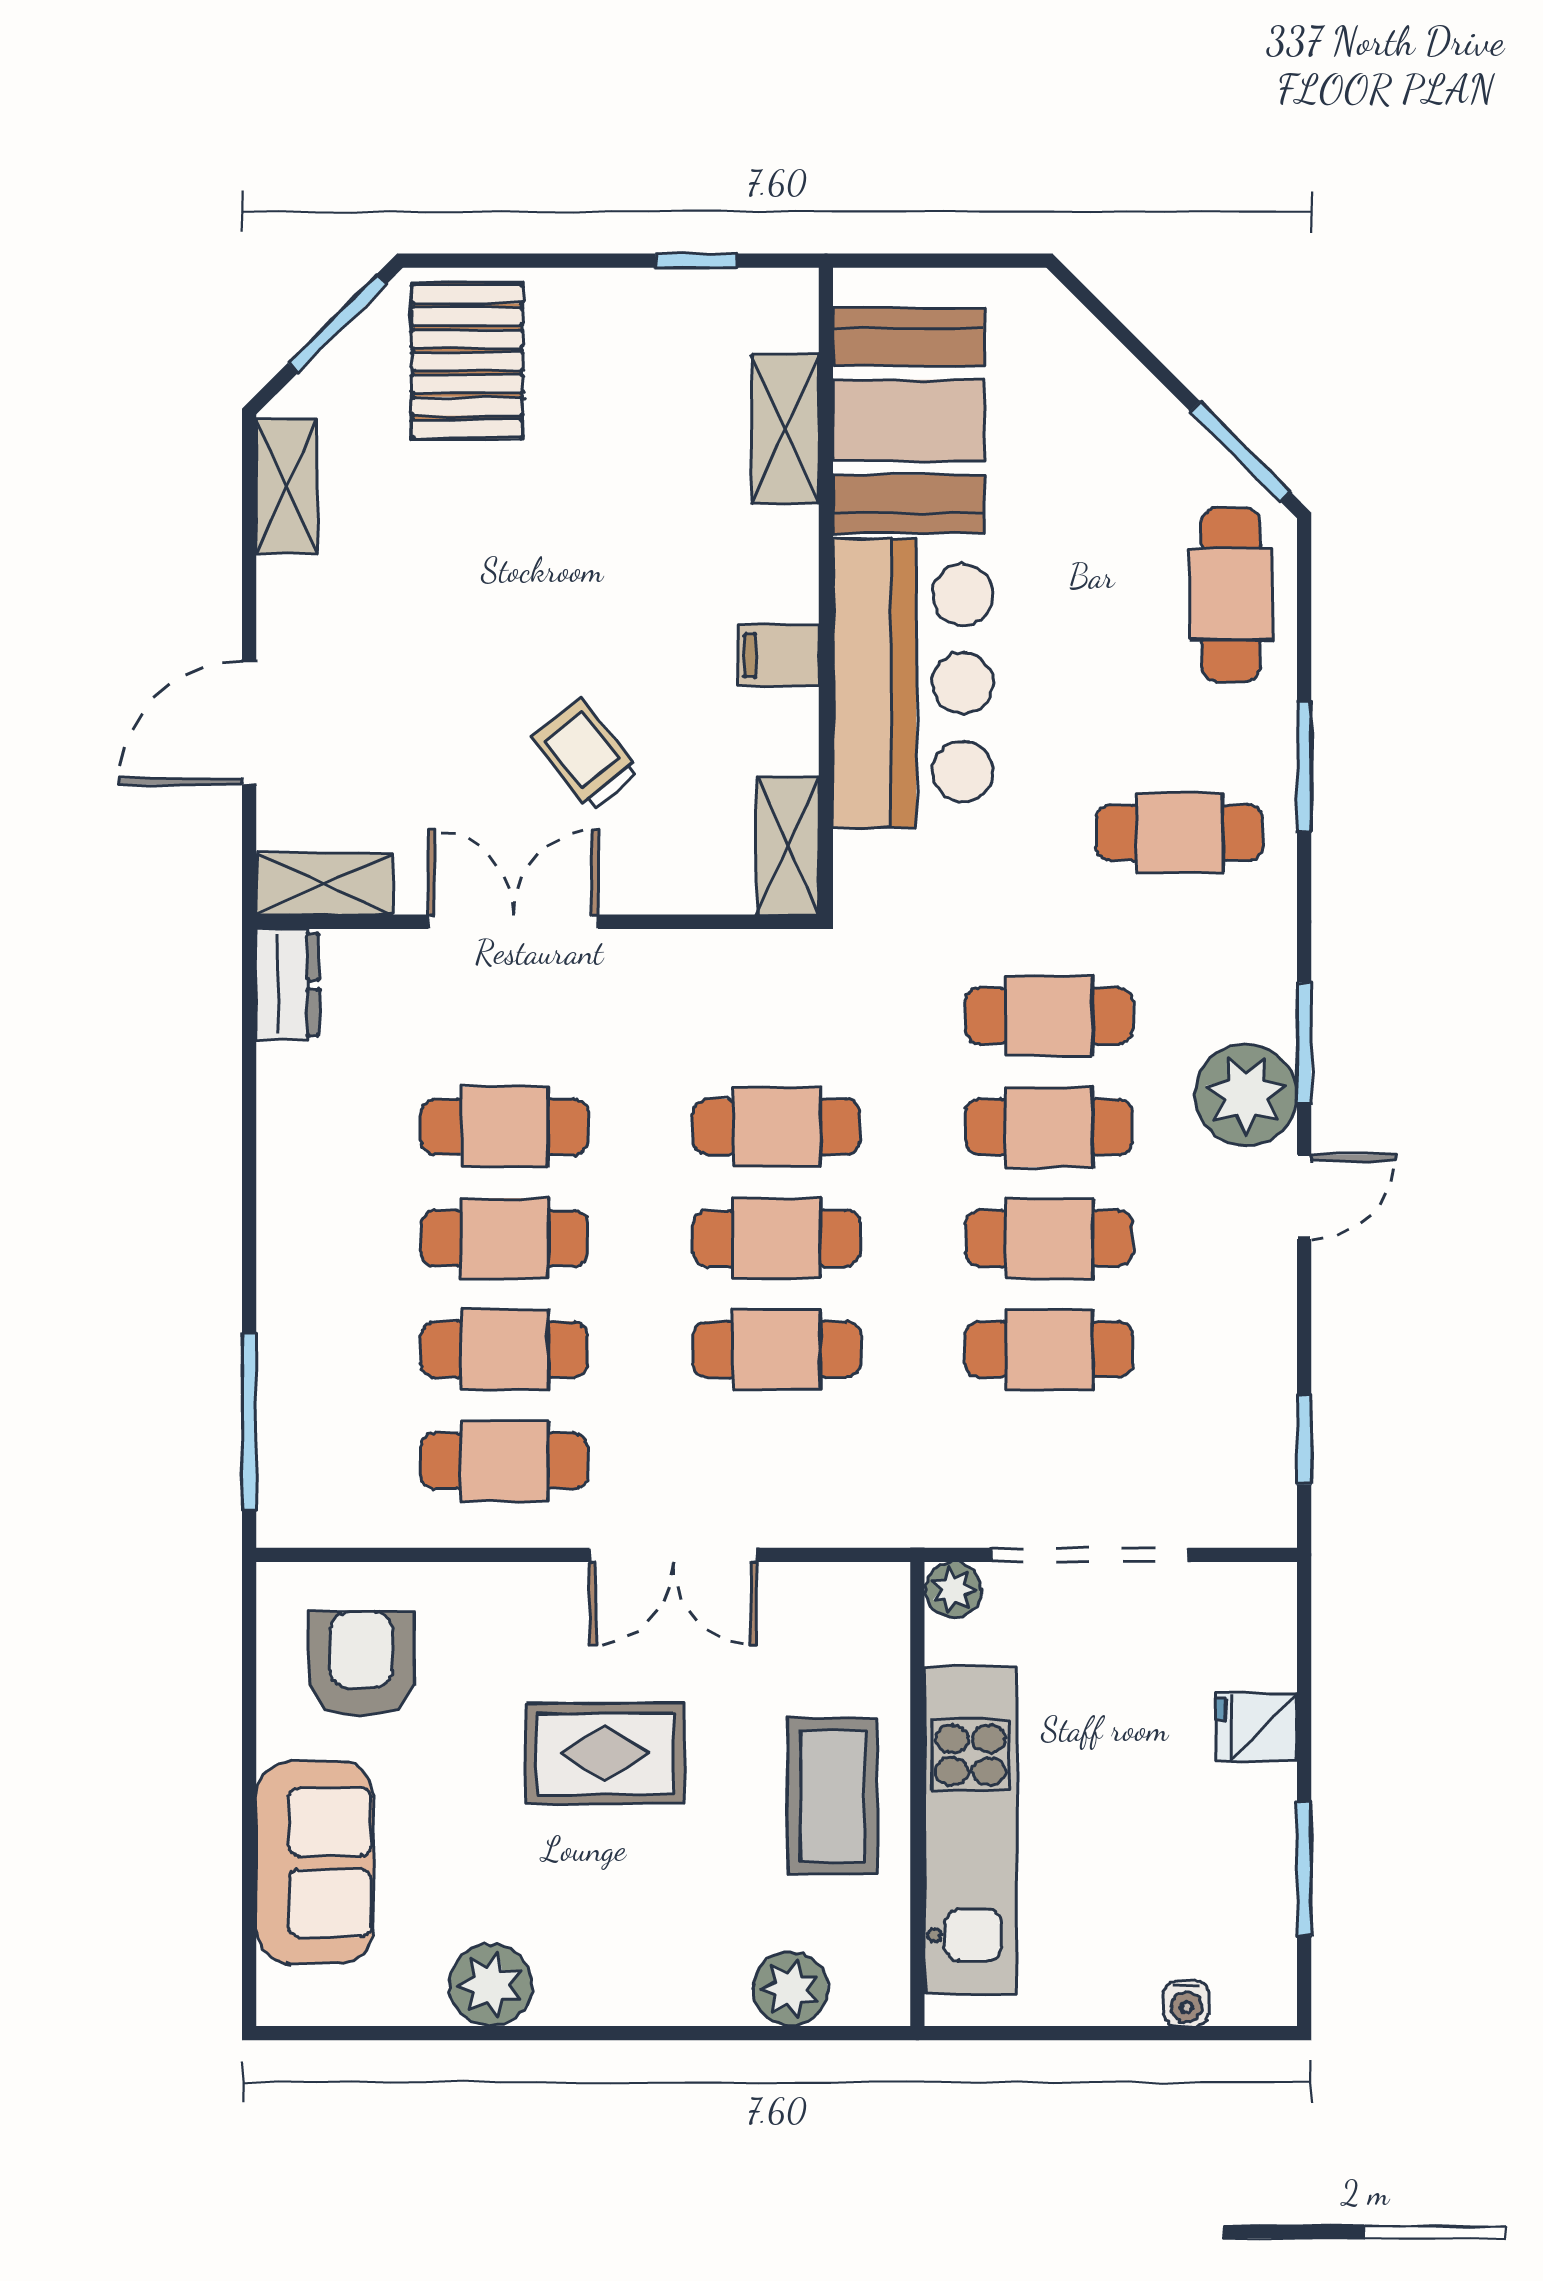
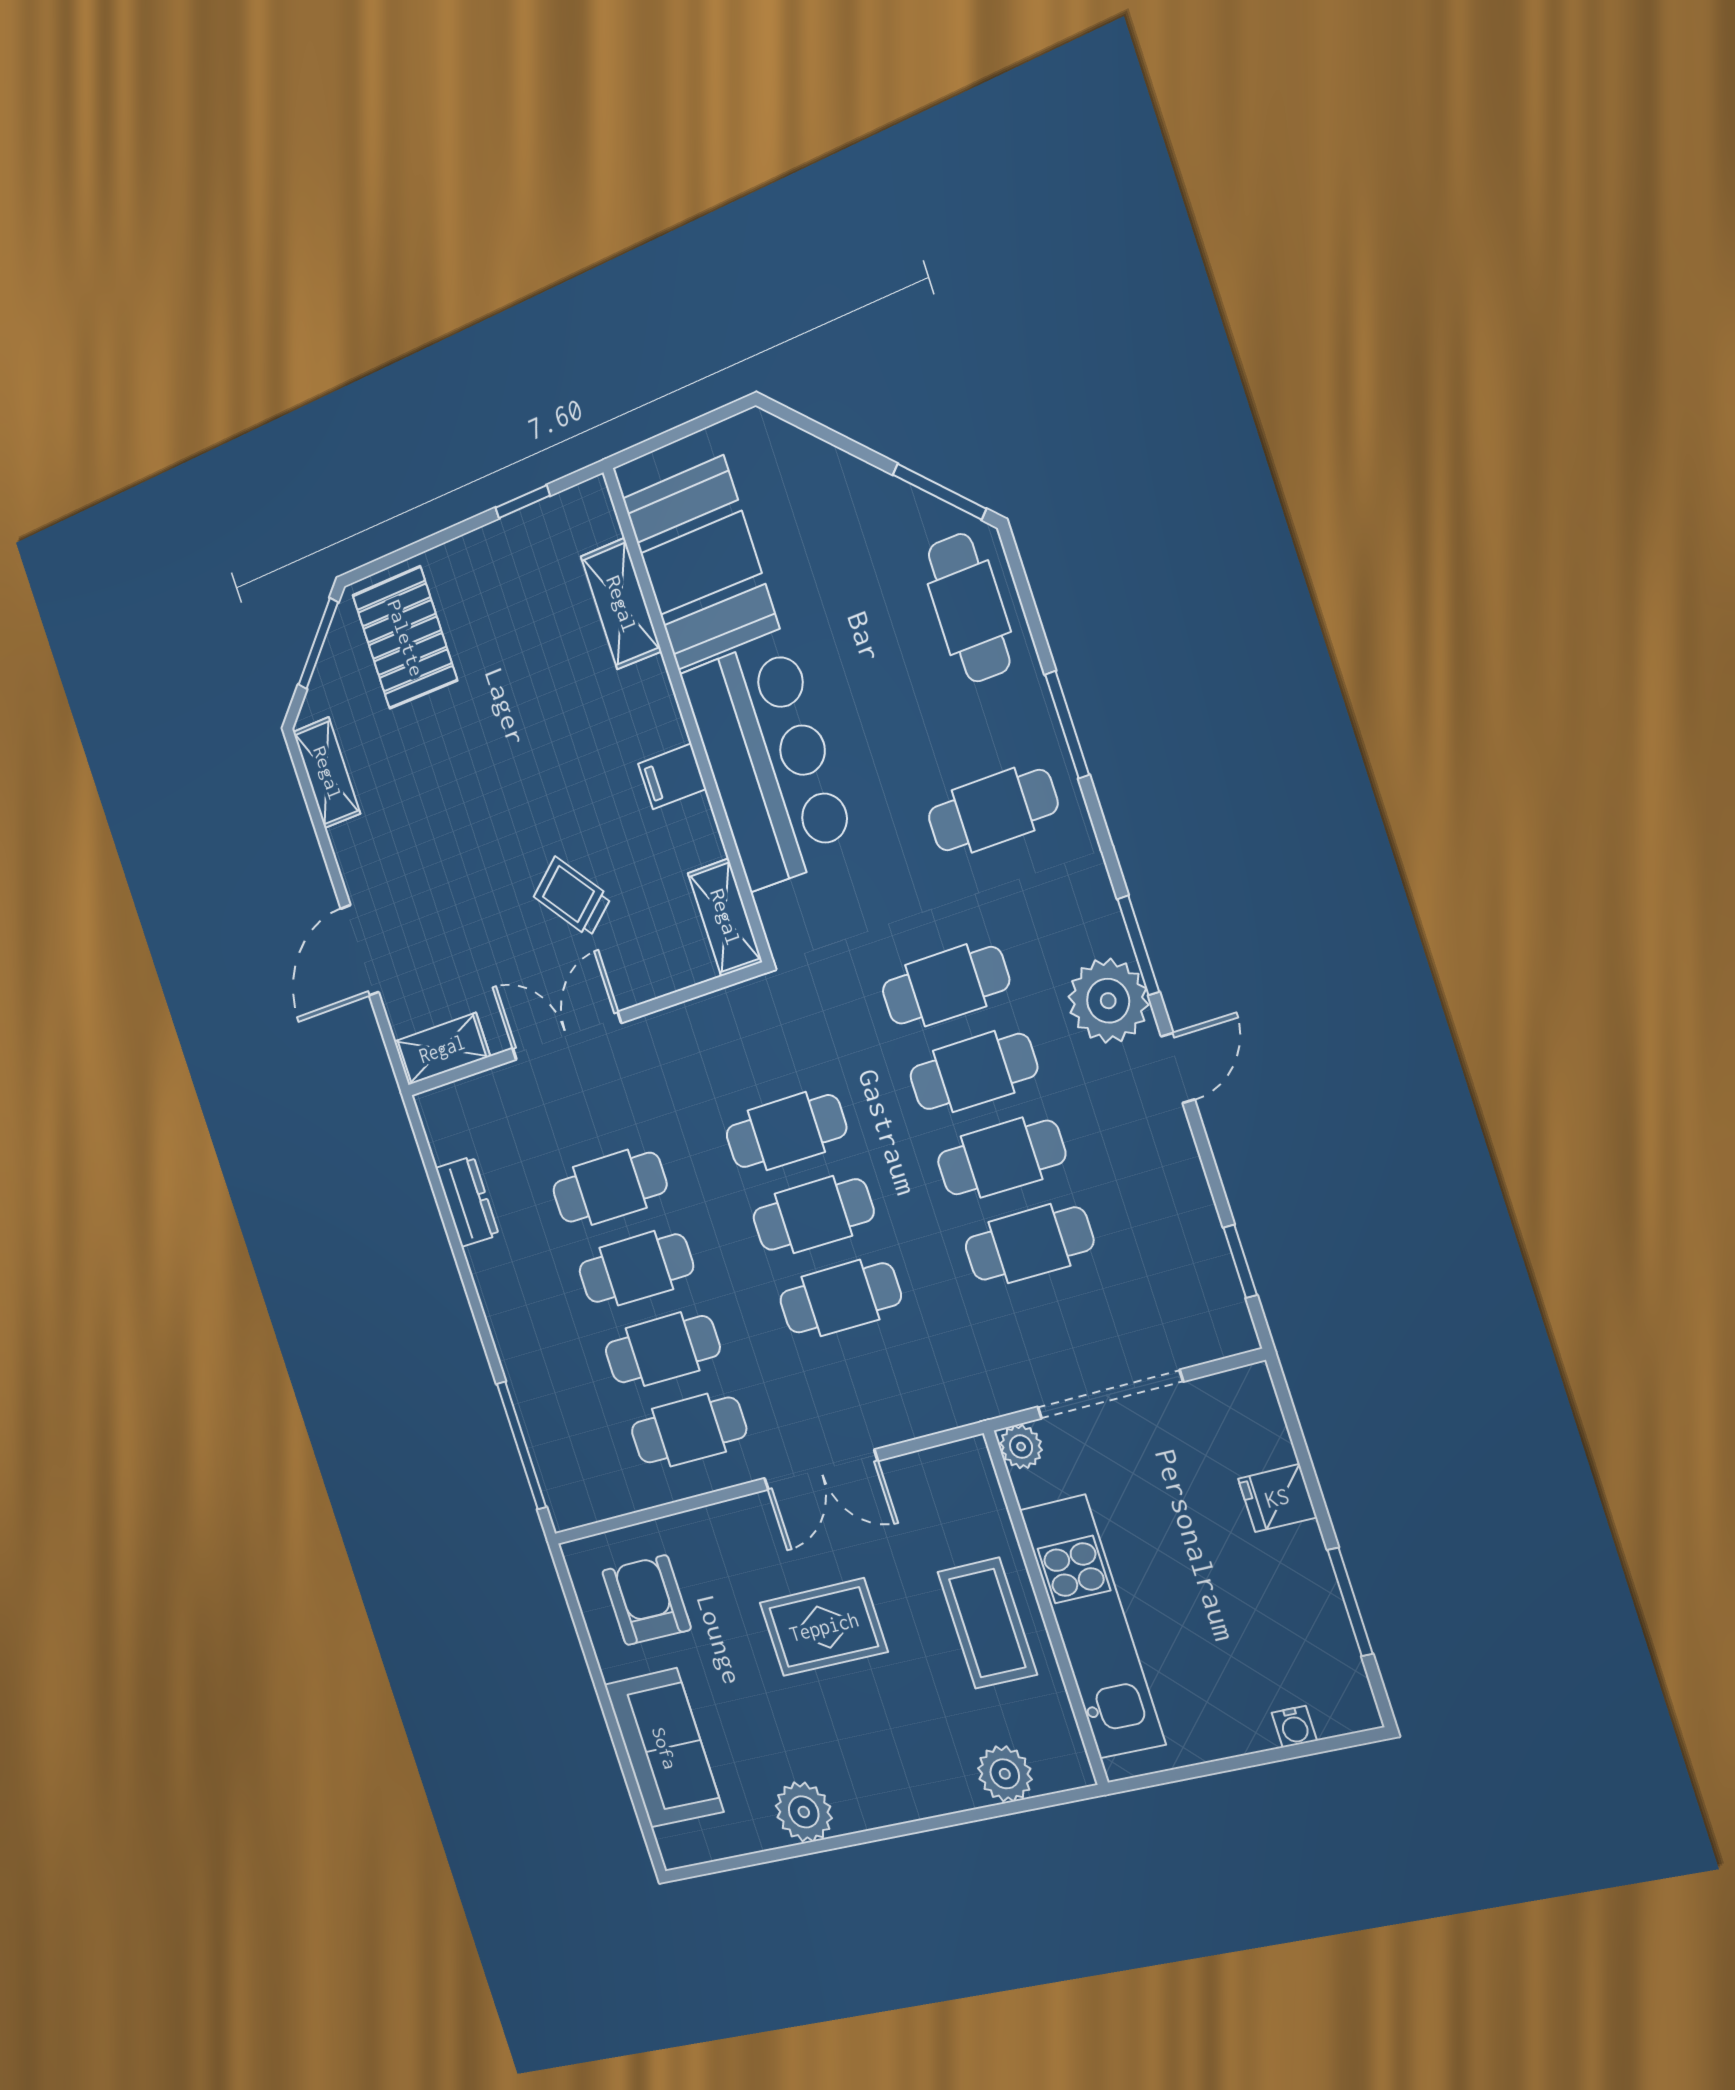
dresser: (288, 985) -> (467, 1202), moved

